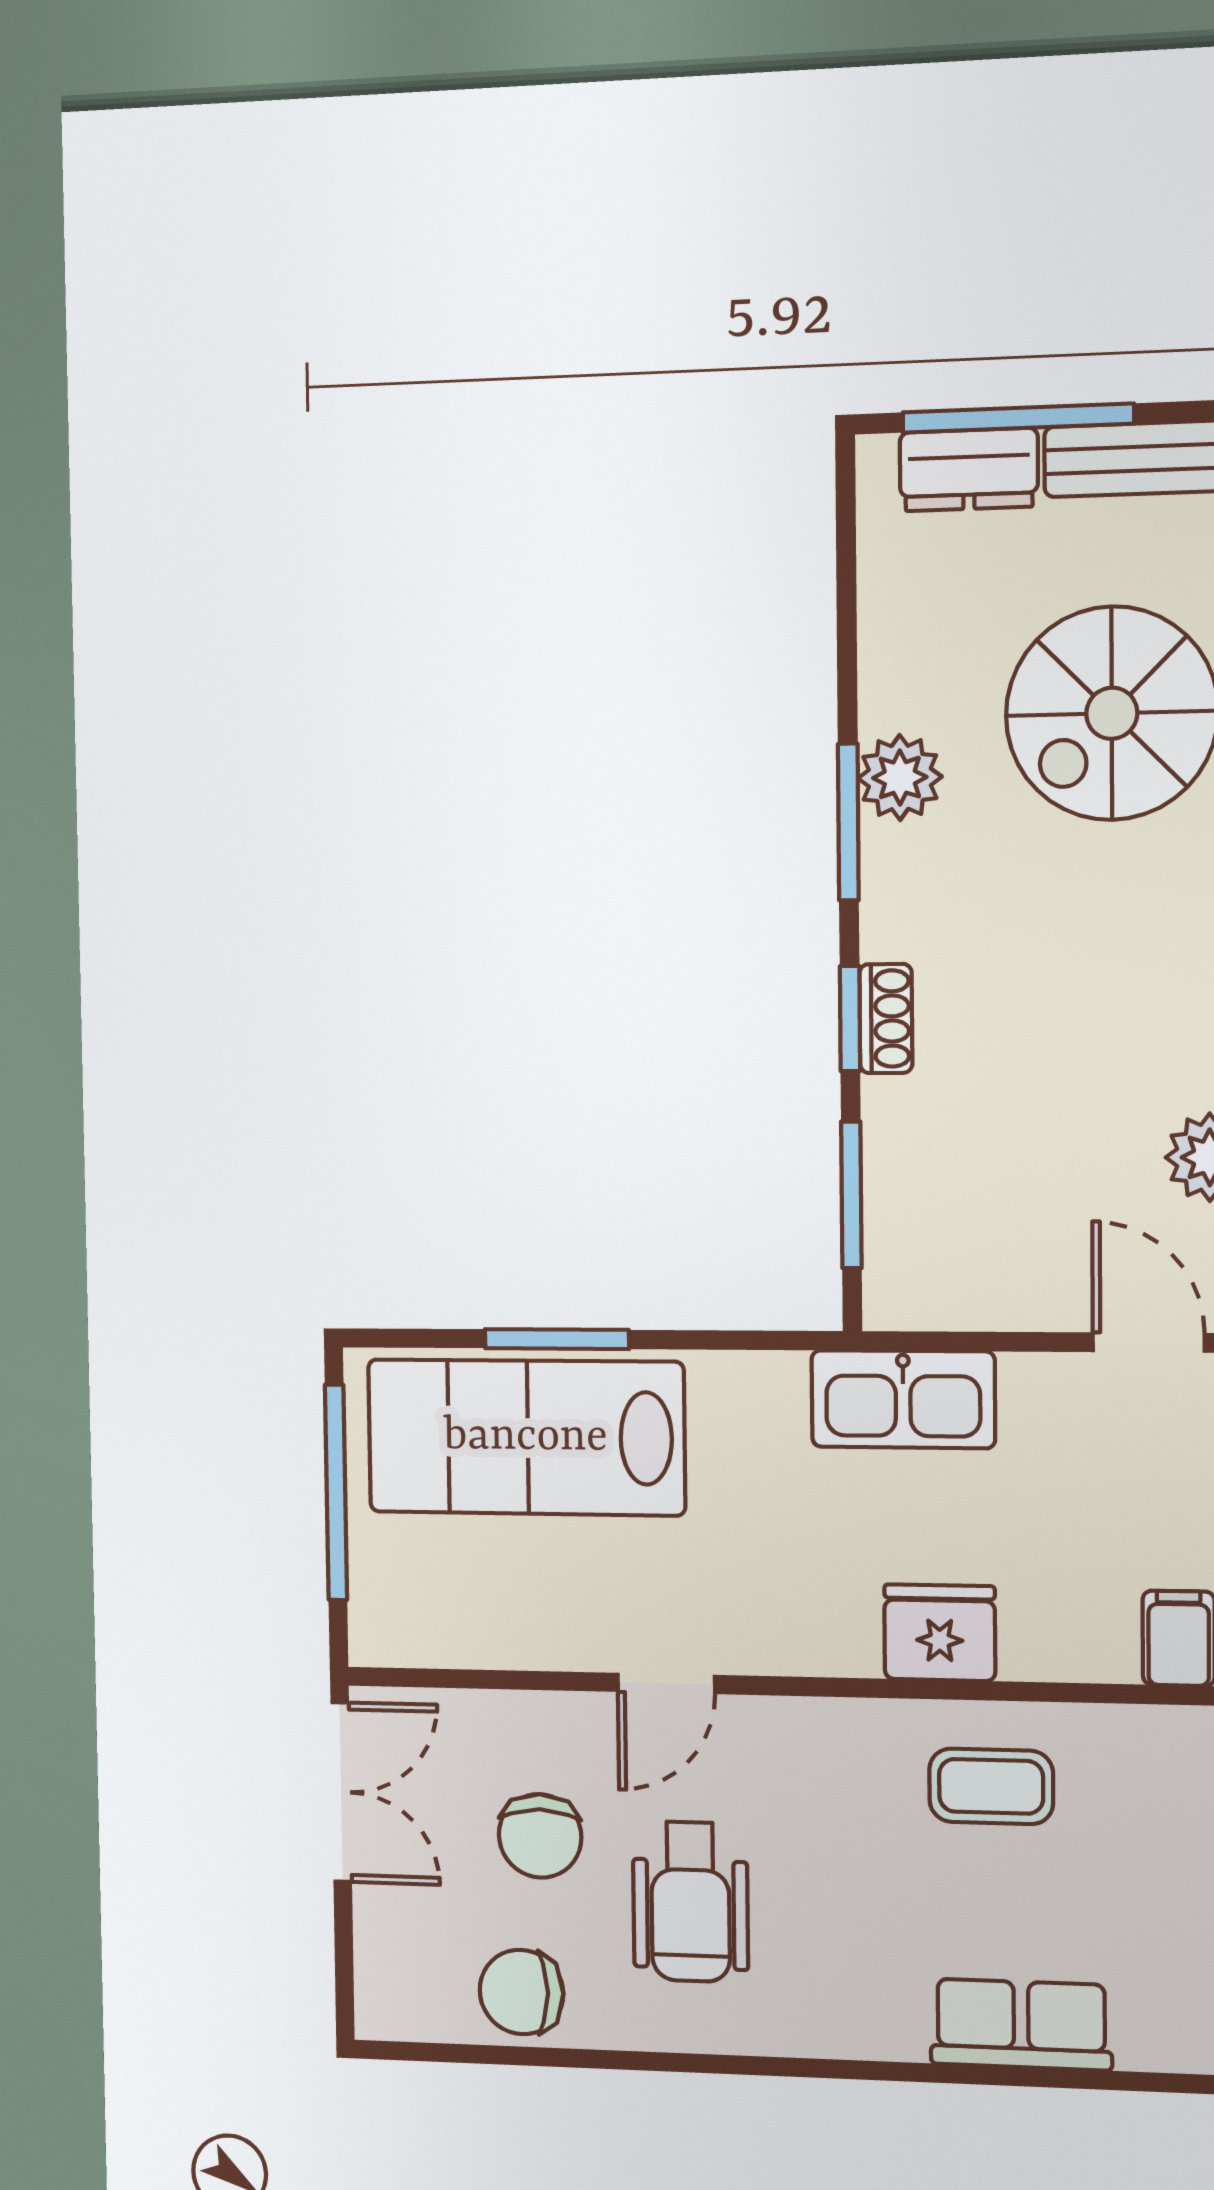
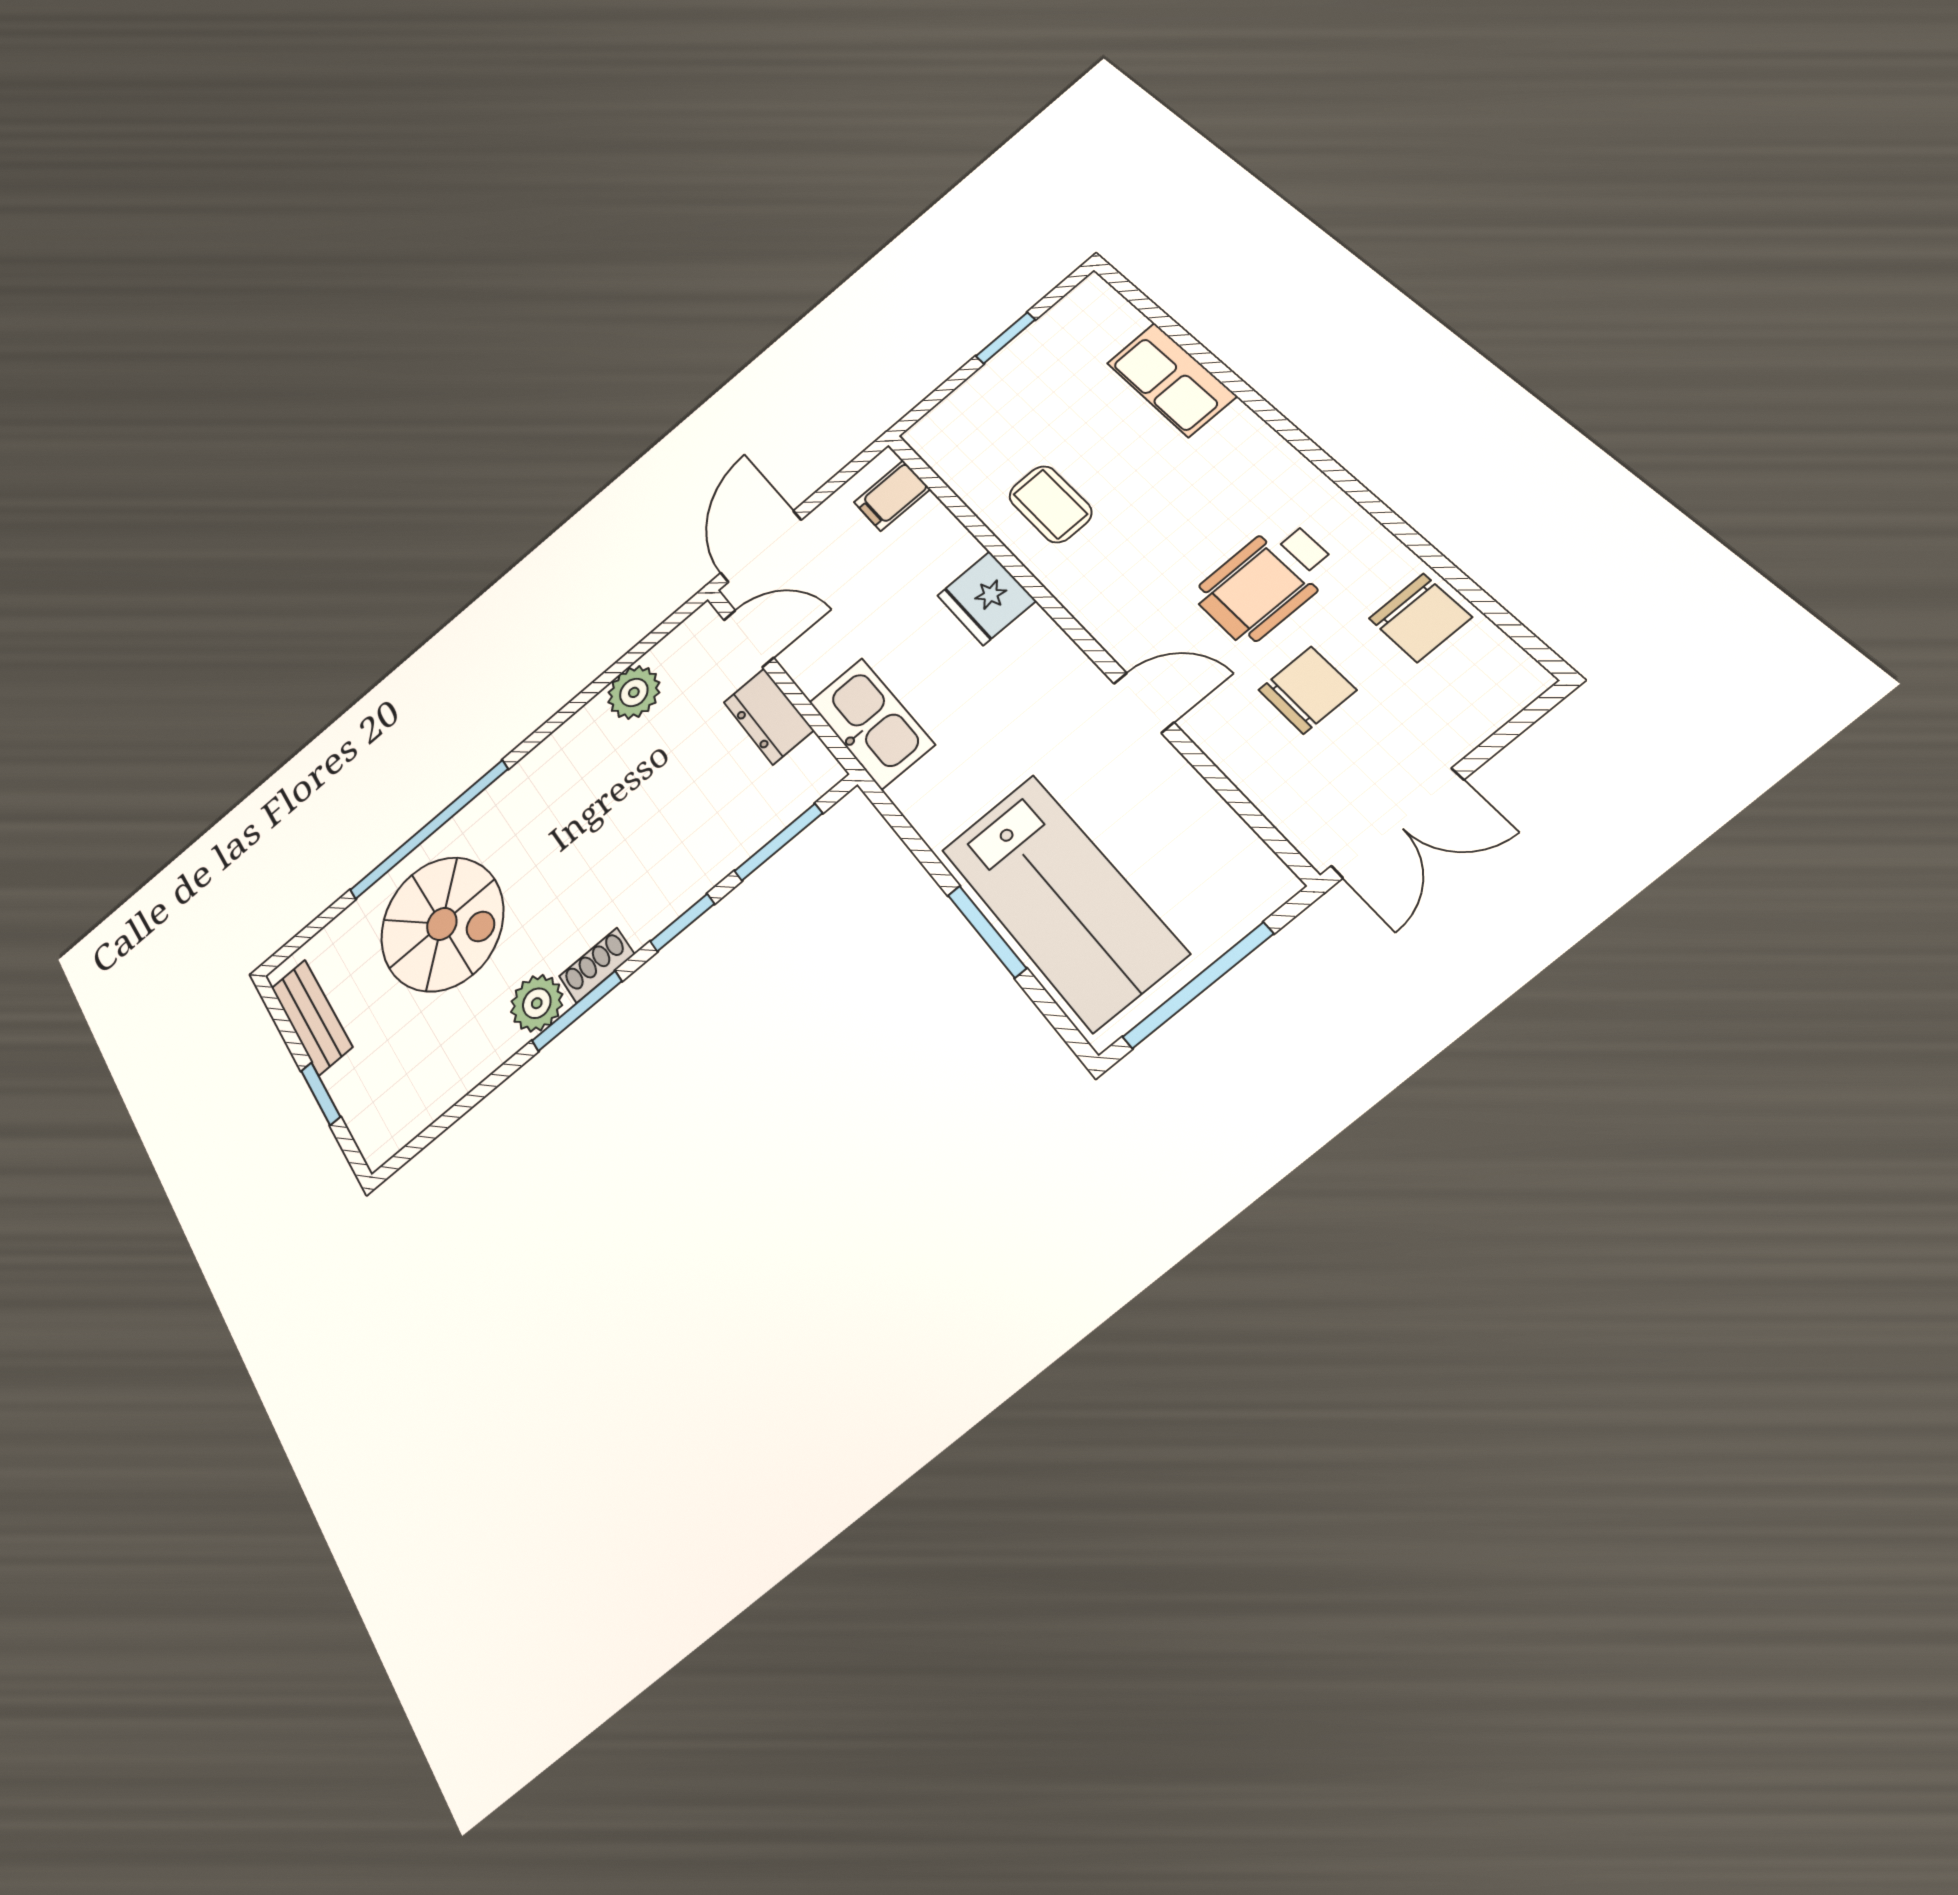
window: (1018, 418) -> (321, 1094), width x0.46
dresser: (969, 470) -> (768, 716), moved, turned 180
shoe rack: (886, 1019) -> (597, 965), moved
door: (1149, 1343) -> (749, 639), swing flipped
double door: (341, 1792) -> (1397, 823), swing flipped
wheelchair: (690, 1902) -> (1266, 582), turned 180

